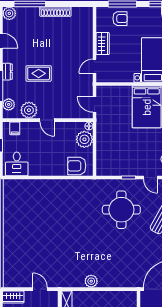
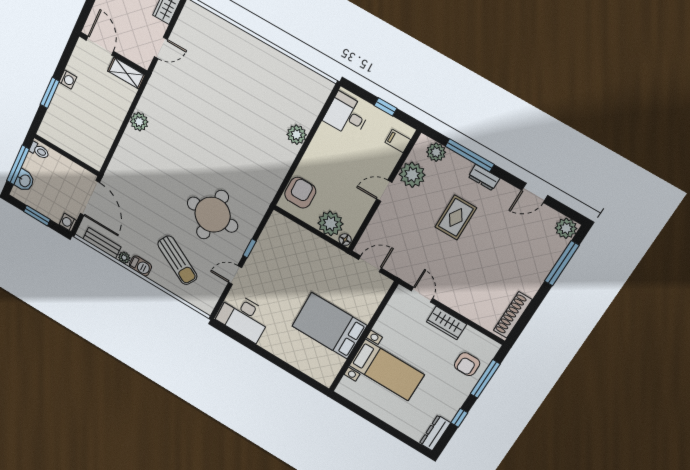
shoe rack: (55, 12) -> (513, 315), moved
plant: (44, 186) -> (297, 135), added

